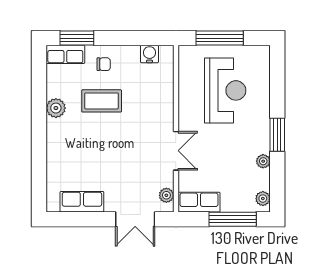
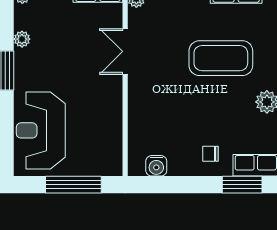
reception desk: (225, 90) -> (41, 130), moved
coffee table: (102, 101) -> (221, 58), moved, width x1.36, depth x1.32

